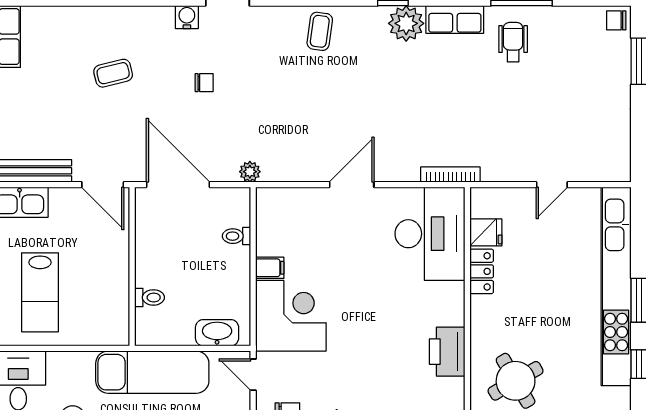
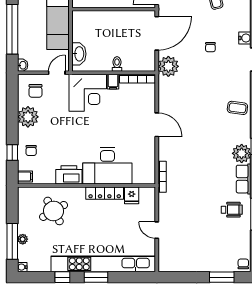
plant: (250, 172) -> (168, 66), width x1.88, depth x1.88
bookcase: (264, 221) -> (137, 79), added
desk: (430, 234) -> (107, 166), moved
toilet: (236, 236) -> (117, 64), moved
locker: (482, 271) -> (105, 193), width x1.53
toilet: (149, 297) -> (97, 18), removed

